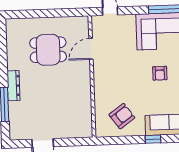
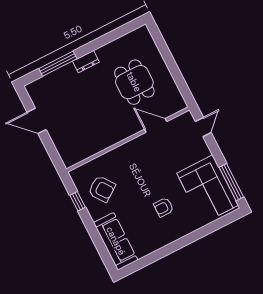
dresser: (13, 86) -> (86, 62), width x0.70
window: (153, 139) -> (78, 201), moved

